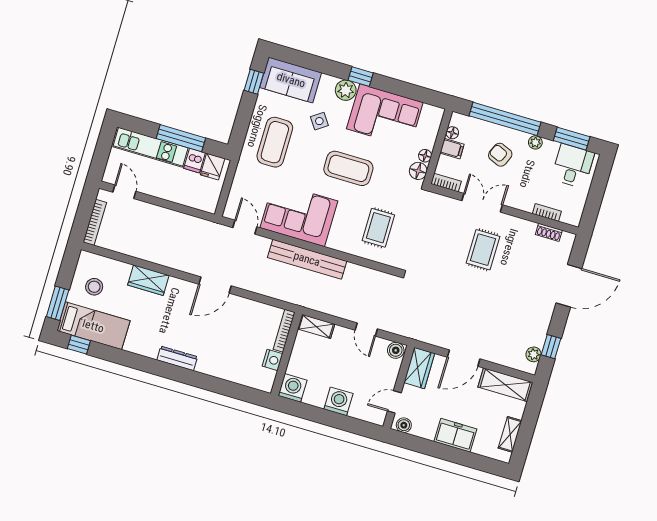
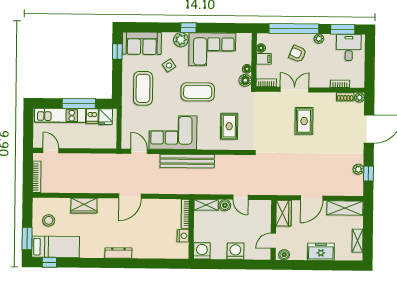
plant: (568, 239) -> (360, 98), added
boiler: (396, 350) -> (225, 205), moved
plant: (534, 354) -> (358, 169), moved

